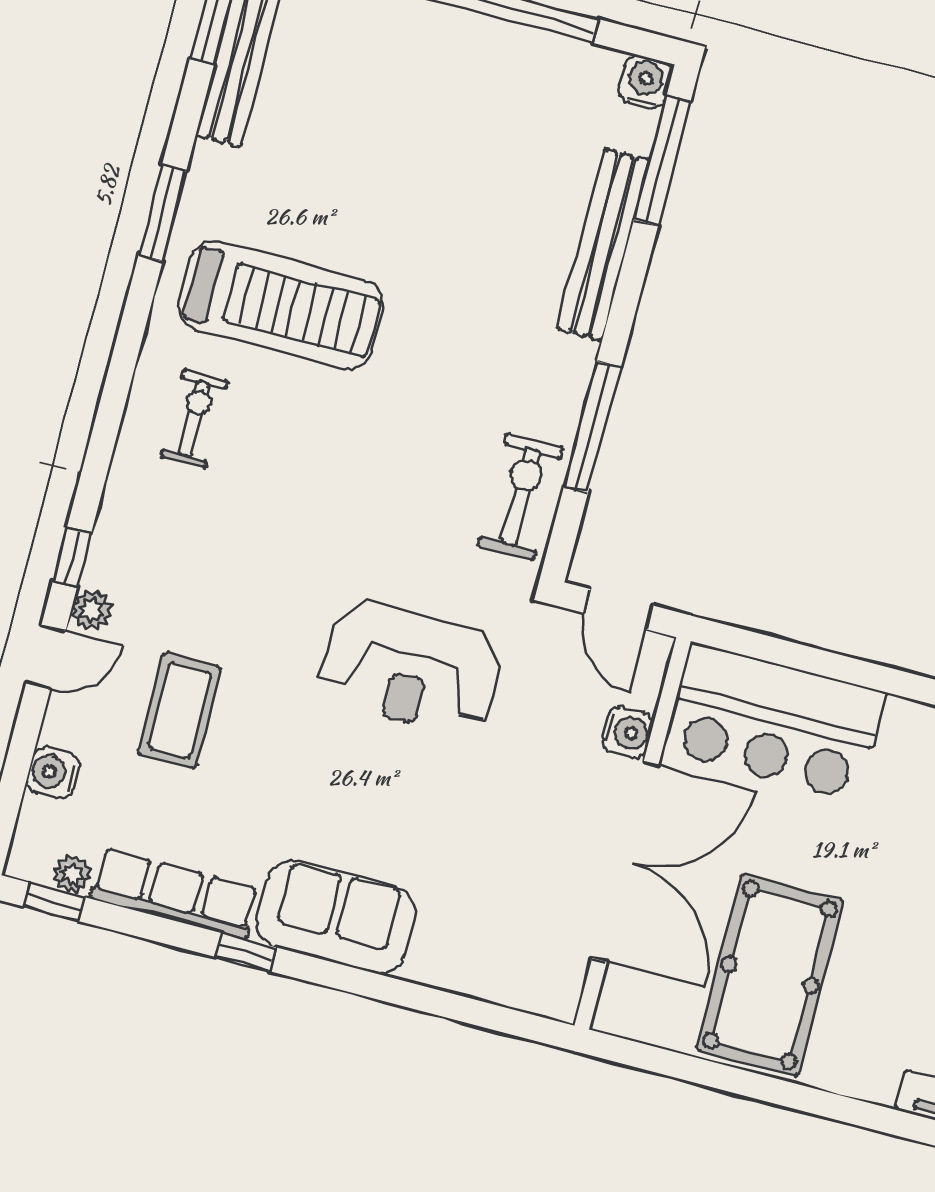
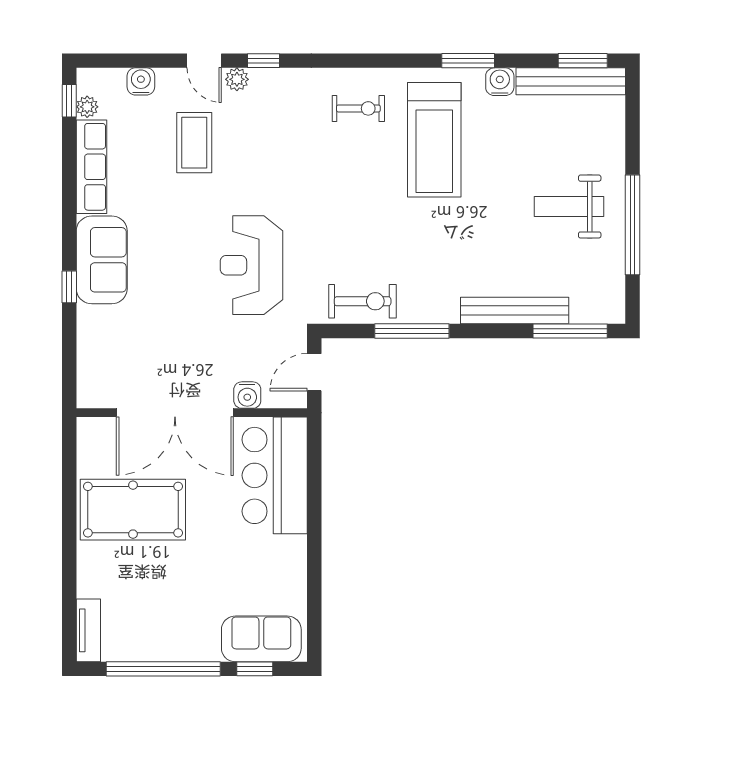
water cooler: (645, 82) -> (500, 82), moved, turned -90
weight bench: (452, 108) -> (569, 207), added
coffee table: (179, 710) -> (194, 143), turned 90
window: (246, 952) -> (69, 287), moved

